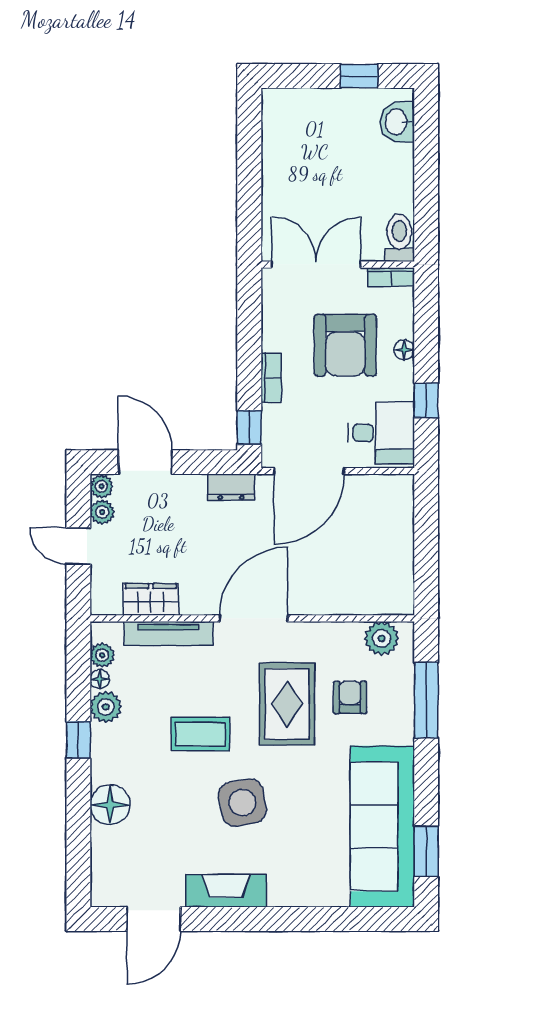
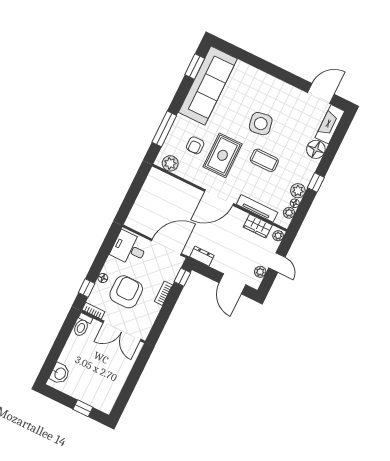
window: (359, 76) -> (83, 408), moved
window: (426, 400) -> (87, 288), moved
plant: (101, 486) -> (278, 236), moved
fireplace: (226, 891) -> (330, 124), moved, turned 90

